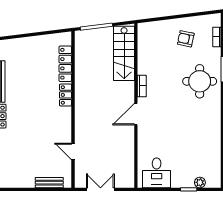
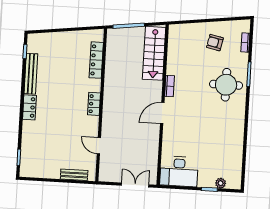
locker: (65, 95) -> (94, 104), moved
desk: (157, 173) -> (179, 171), width x1.37
double door: (100, 189) -> (135, 185), moved

